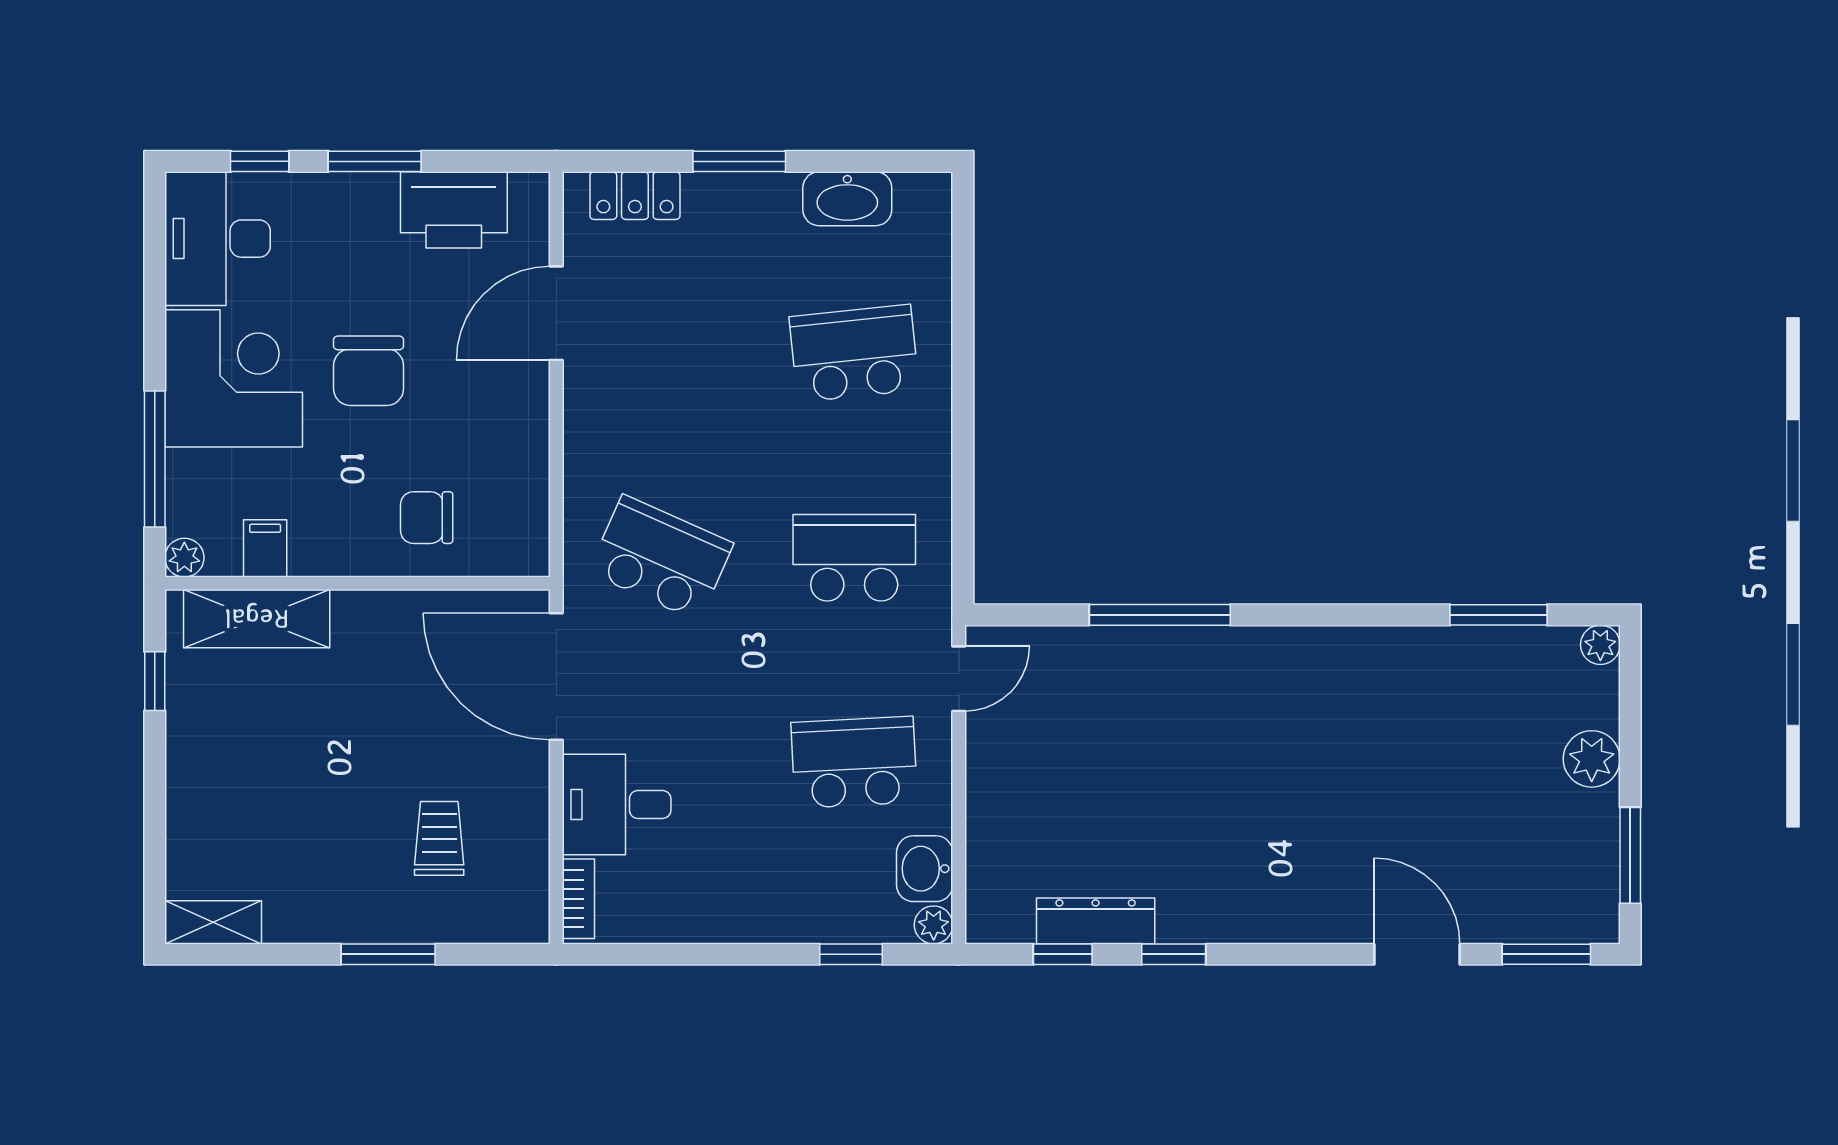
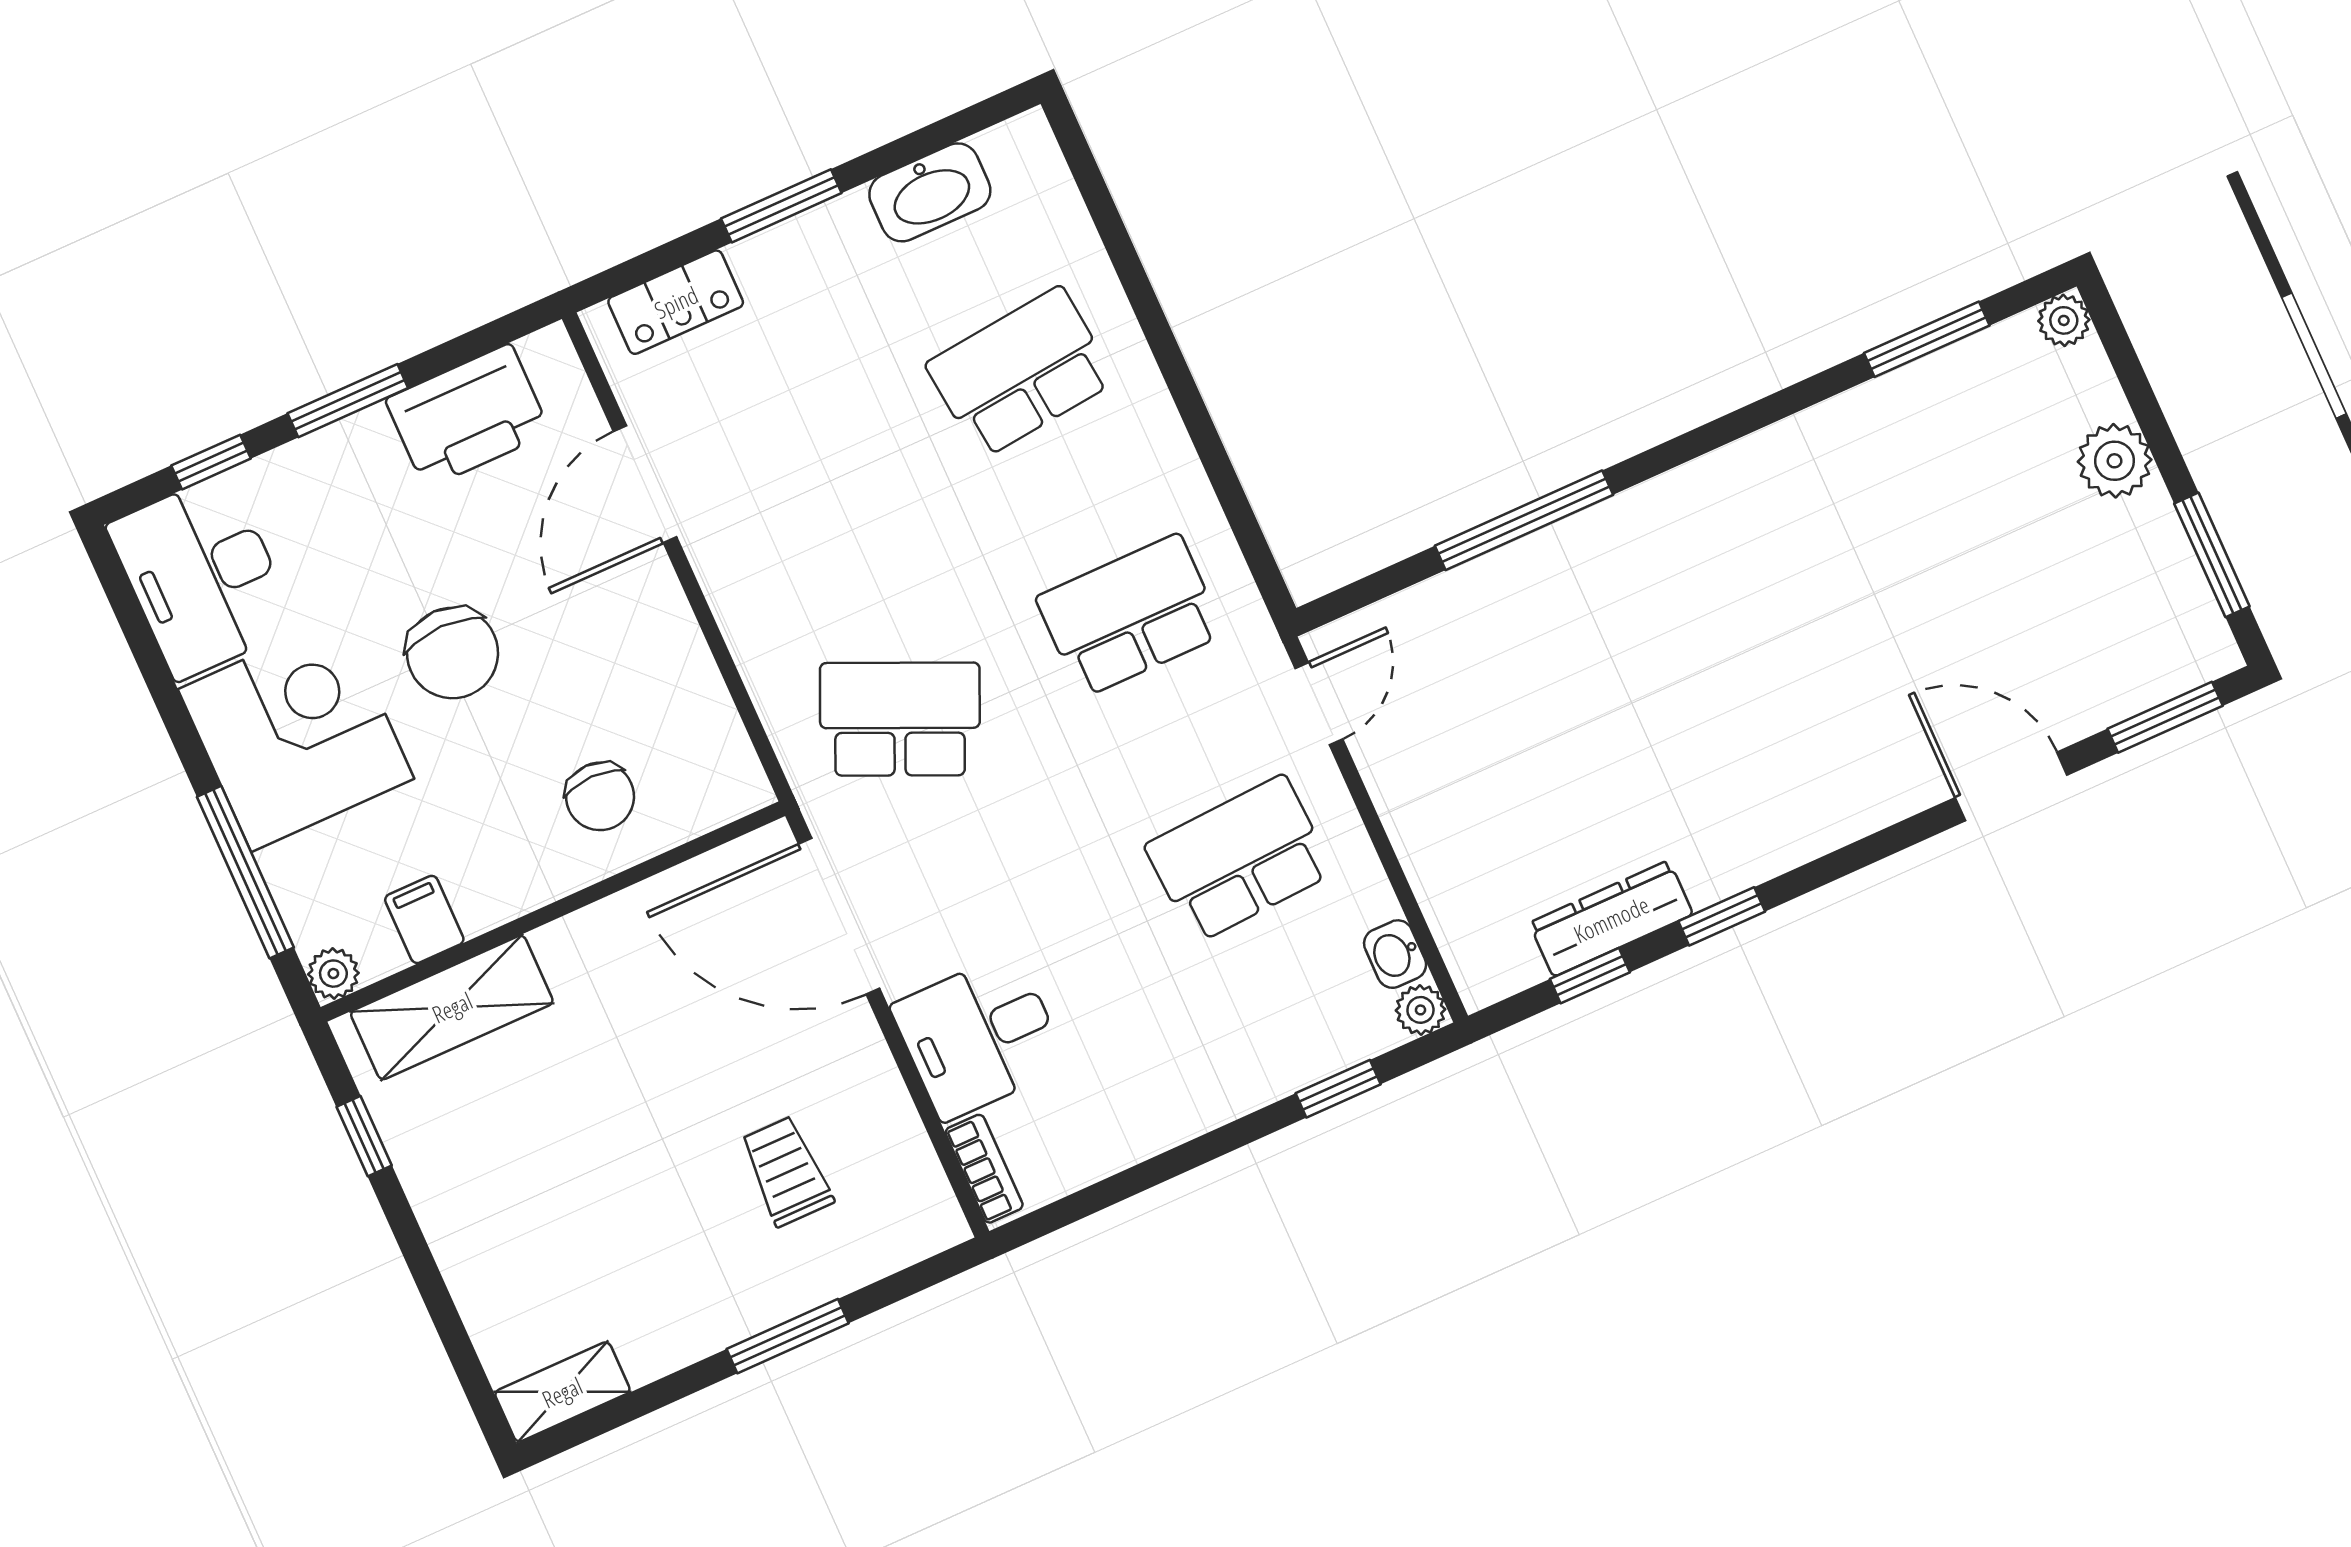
chair: (427, 518) -> (600, 796), turned -90
washbasin: (925, 869) -> (1395, 954), width x0.72, depth x0.69

